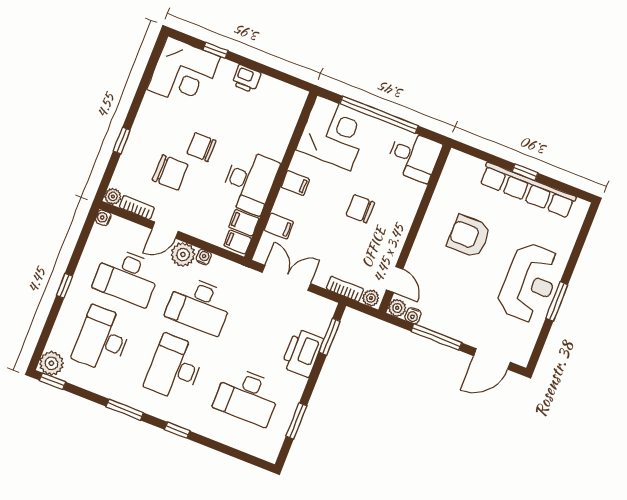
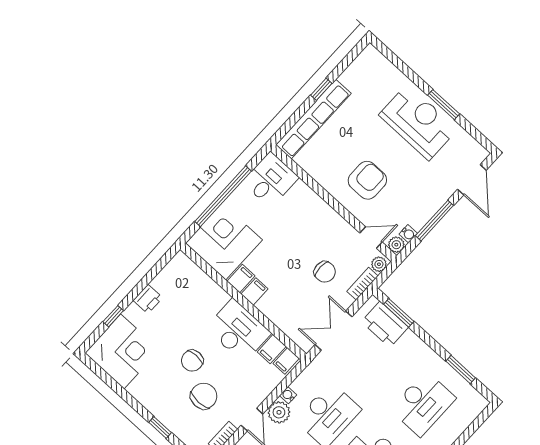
row of seats: (528, 190) -> (313, 119), moved
chair: (360, 209) -> (325, 272), moved, turned -90
filing cabinet: (279, 226) -> (241, 279), moved
armchair: (469, 236) -> (367, 180), moved, turned 180
printer: (302, 353) -> (385, 324), moved

